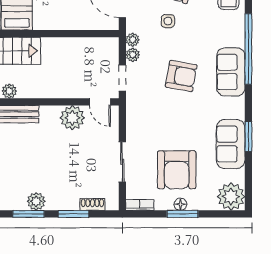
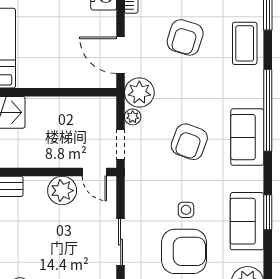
side table: (168, 21) -> (186, 210), moved
plant: (133, 40) -> (139, 92), width x1.88, depth x1.88
armchair: (181, 76) -> (189, 142), turned 100
armchair: (177, 170) -> (184, 251), turned -90

